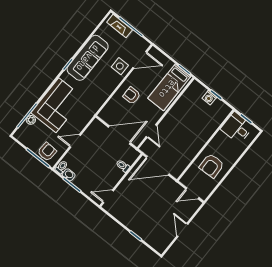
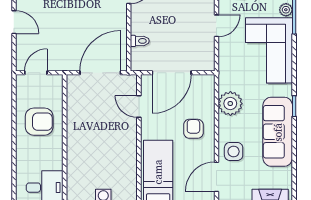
plant: (101, 93) -> (230, 104), added
armchair: (132, 96) -> (193, 129), turned -90
armchair: (212, 166) -> (39, 122), turned 92

